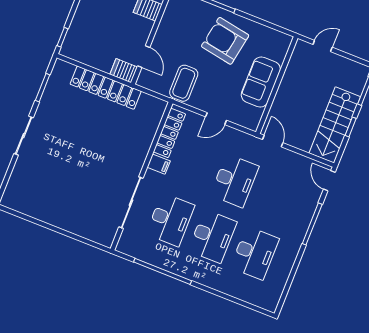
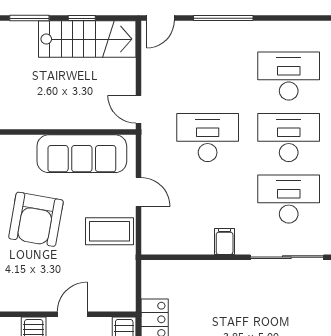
door: (144, 57) -> (72, 314), moved
sofa: (261, 82) -> (82, 154), width x1.36
coffee table: (184, 83) -> (110, 231), moved
locker: (169, 133) -> (180, 244), removed
door: (273, 141) -> (138, 109), hinge flipped

